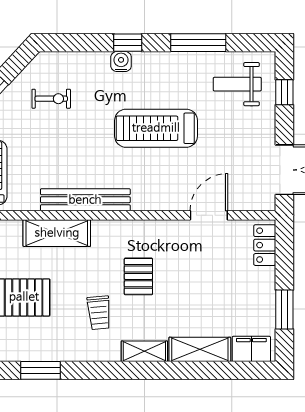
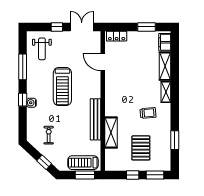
window: (284, 92) -> (57, 27), moved
pallet: (138, 276) -> (131, 95), removed

